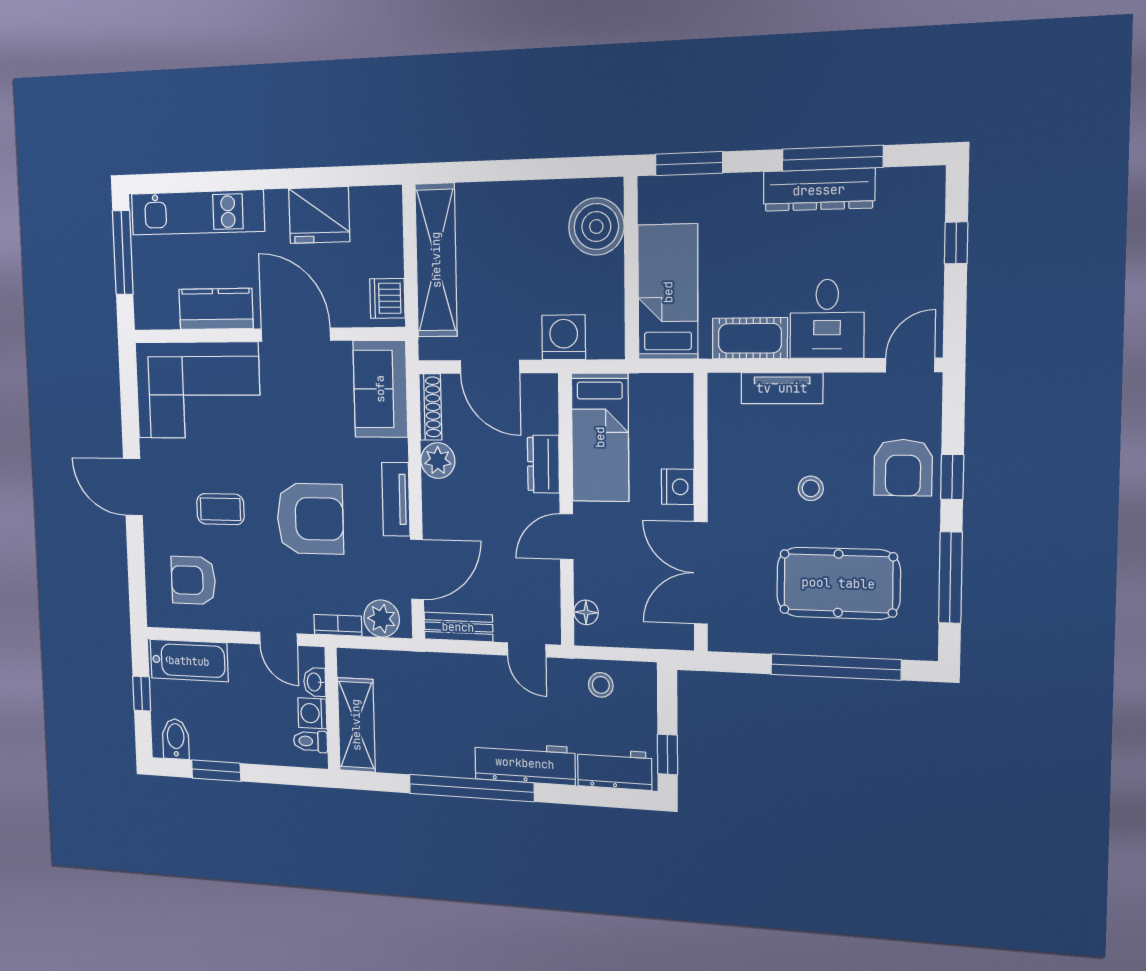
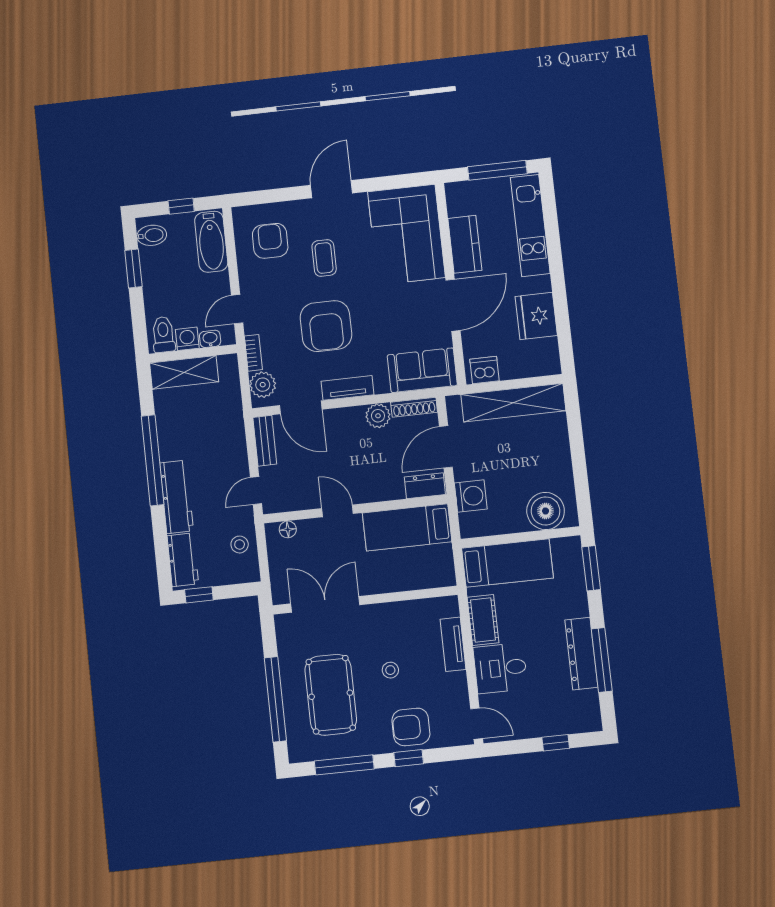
dresser: (543, 464) -> (425, 486), moved
nightstand: (678, 487) -> (381, 583), removed
toilet: (310, 741) -> (163, 334), width x1.37, depth x1.39

